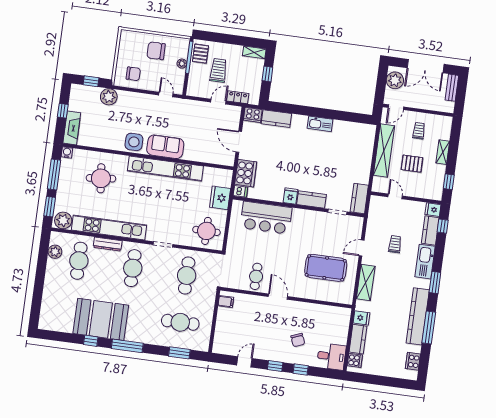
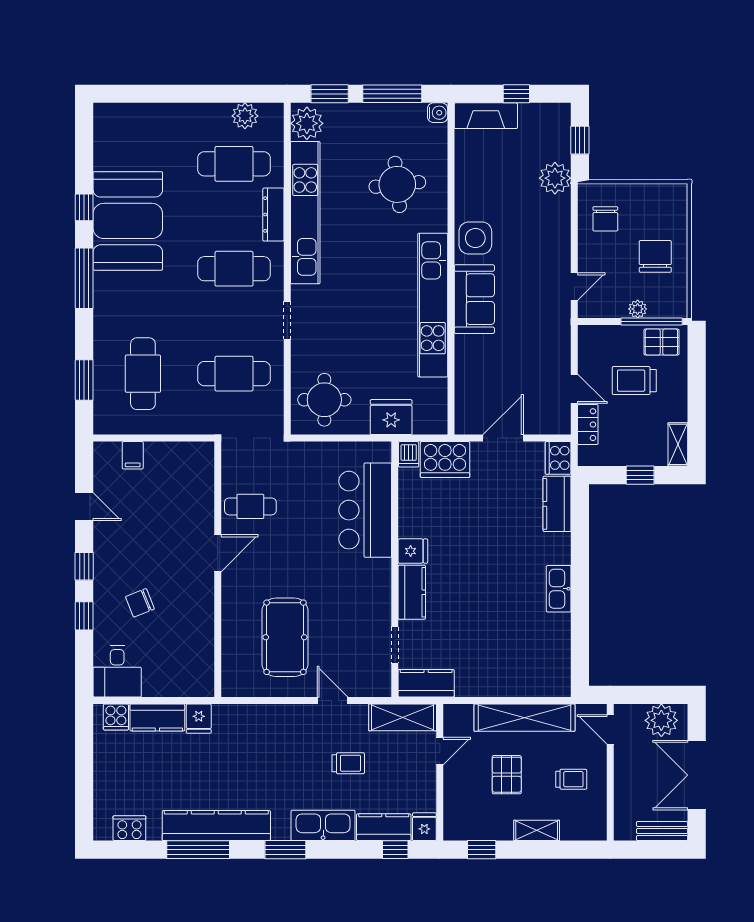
trolley: (218, 70) -> (634, 381), turned 180
shelving: (366, 282) -> (403, 717), moved
filing cabinet: (226, 302) -> (133, 455), moved

